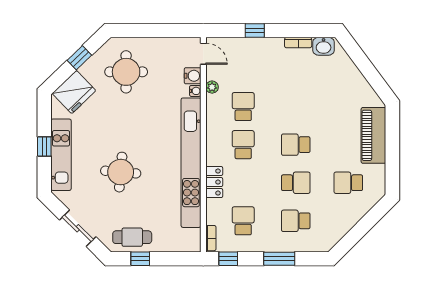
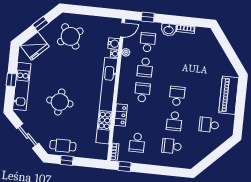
window: (255, 31) -> (148, 17), moved
washbasin: (324, 46) -> (169, 30), moved
door: (203, 54) -> (122, 30), hinge flipped
school desk: (243, 68) -> (148, 42), added
round table: (126, 72) -> (70, 36), turned -35
school desk: (243, 107) -> (145, 67), turned 180
school desk: (296, 145) -> (177, 96), turned 90
school desk: (296, 183) -> (174, 121), turned 90
school desk: (243, 221) -> (137, 143), turned 180
window: (279, 259) -> (158, 170), removed

